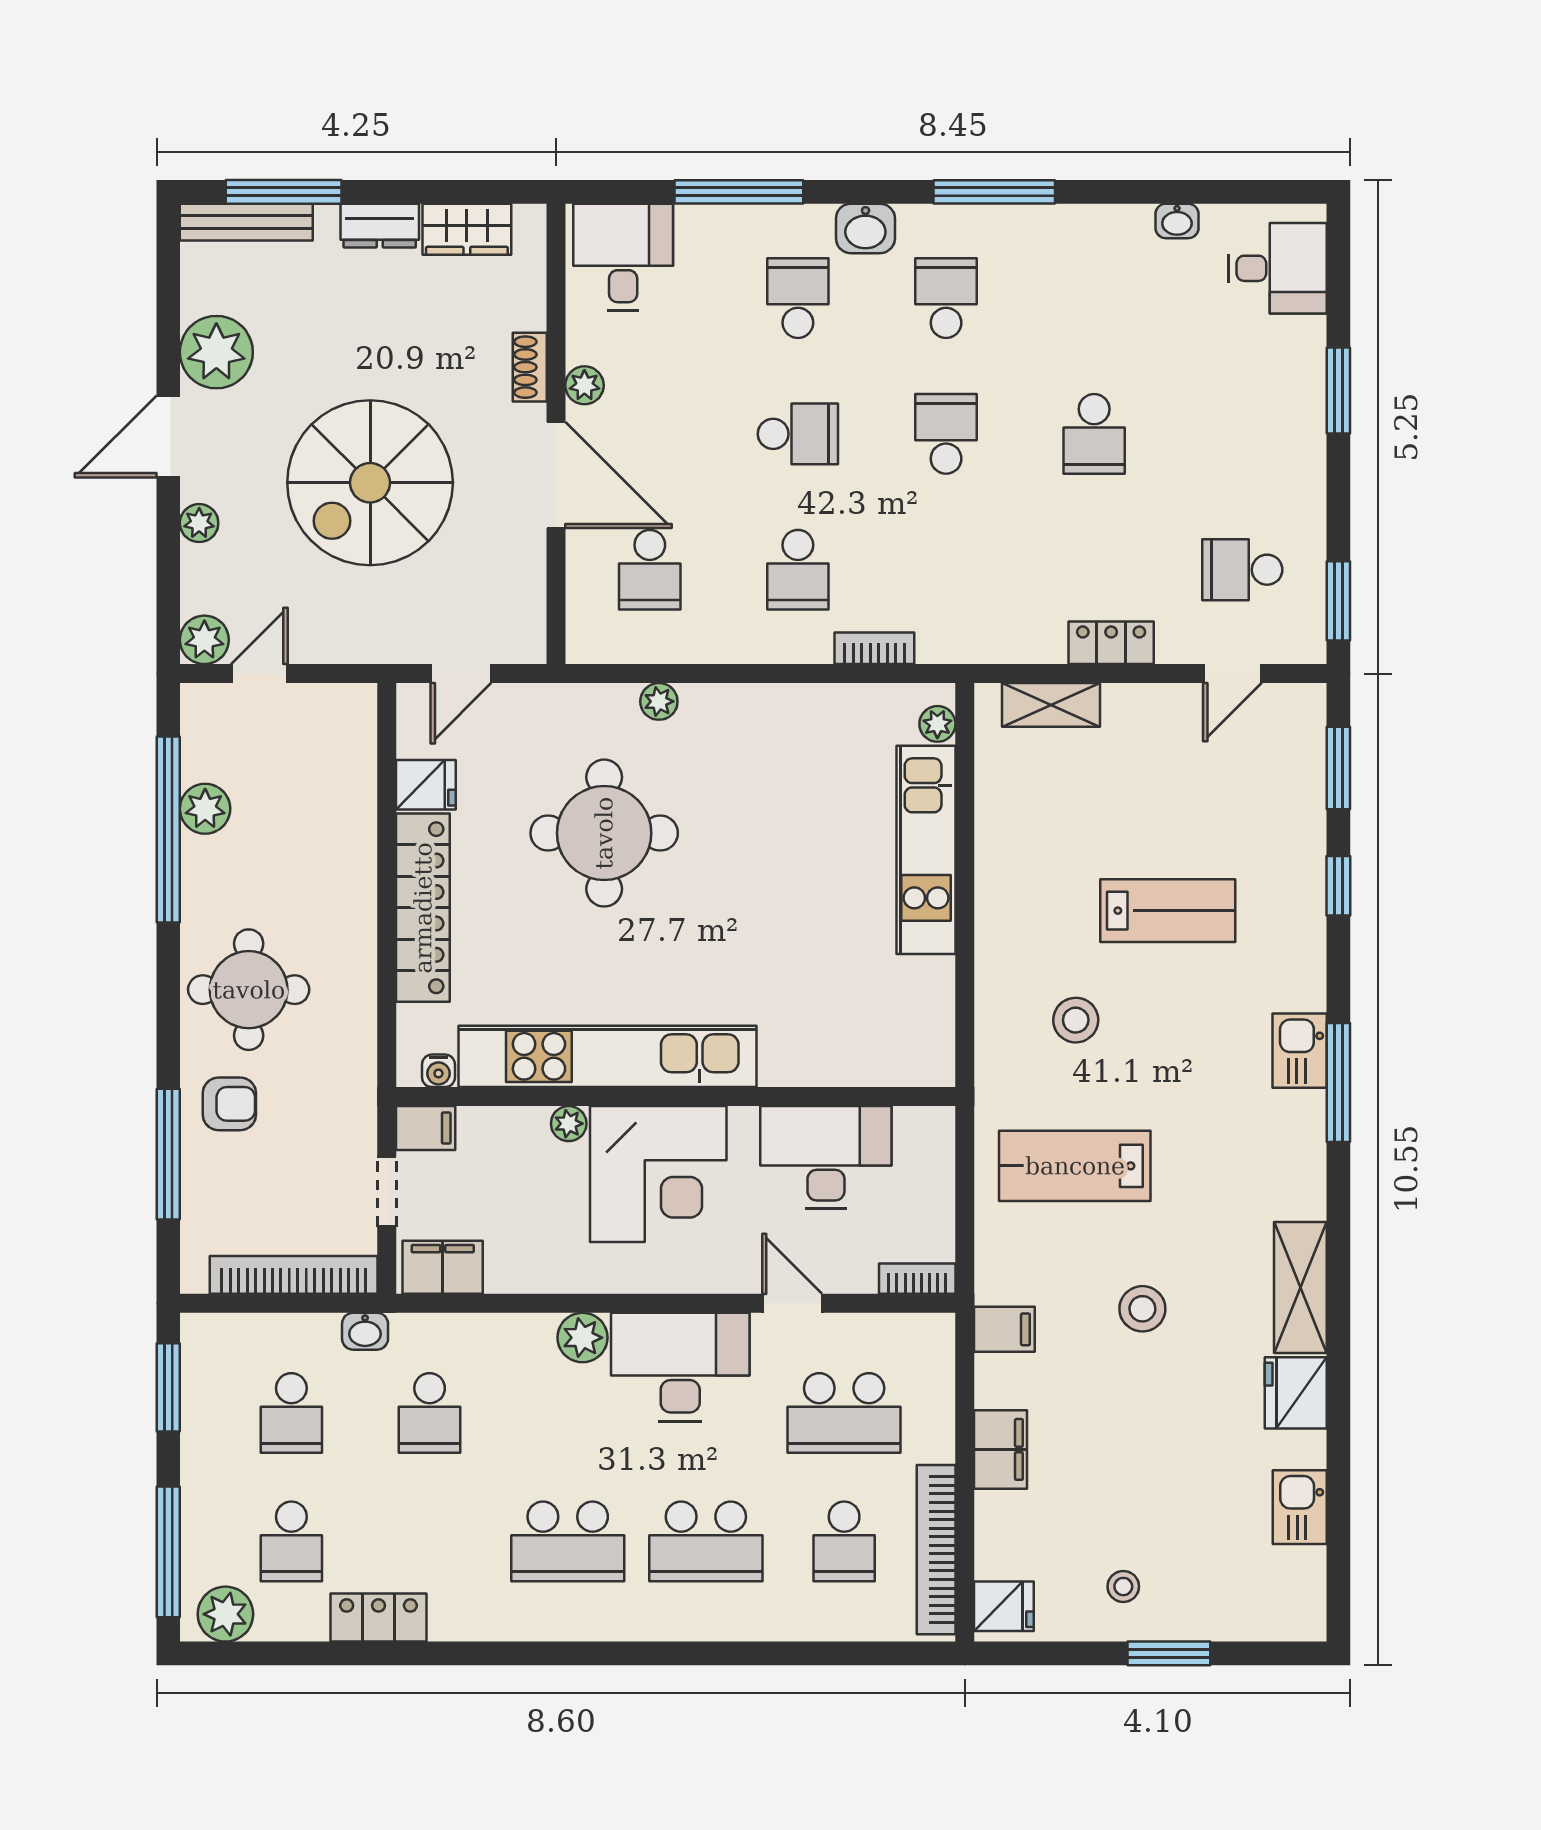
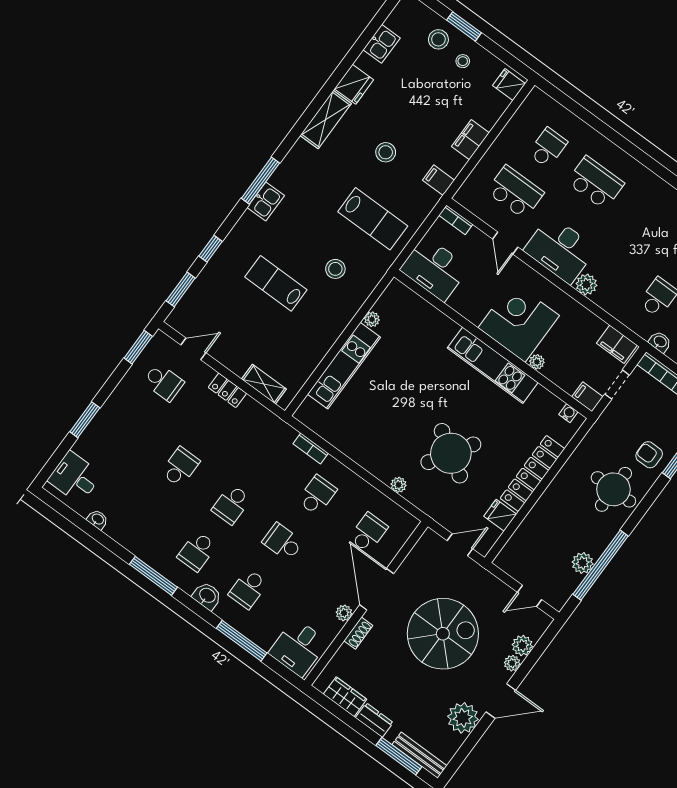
plant: (204, 640) -> (522, 646), moved
plant: (937, 724) -> (372, 319), moved
round table: (604, 833) -> (451, 453), turned 32
kitchen unit: (607, 1056) -> (493, 365), width x0.73
desk: (826, 1157) -> (434, 269), moved
school desk: (568, 1541) -> (643, 218), removed
bookcase: (936, 1550) -> (518, 121), removed
stool: (1199, 1594) -> (438, 39), added

